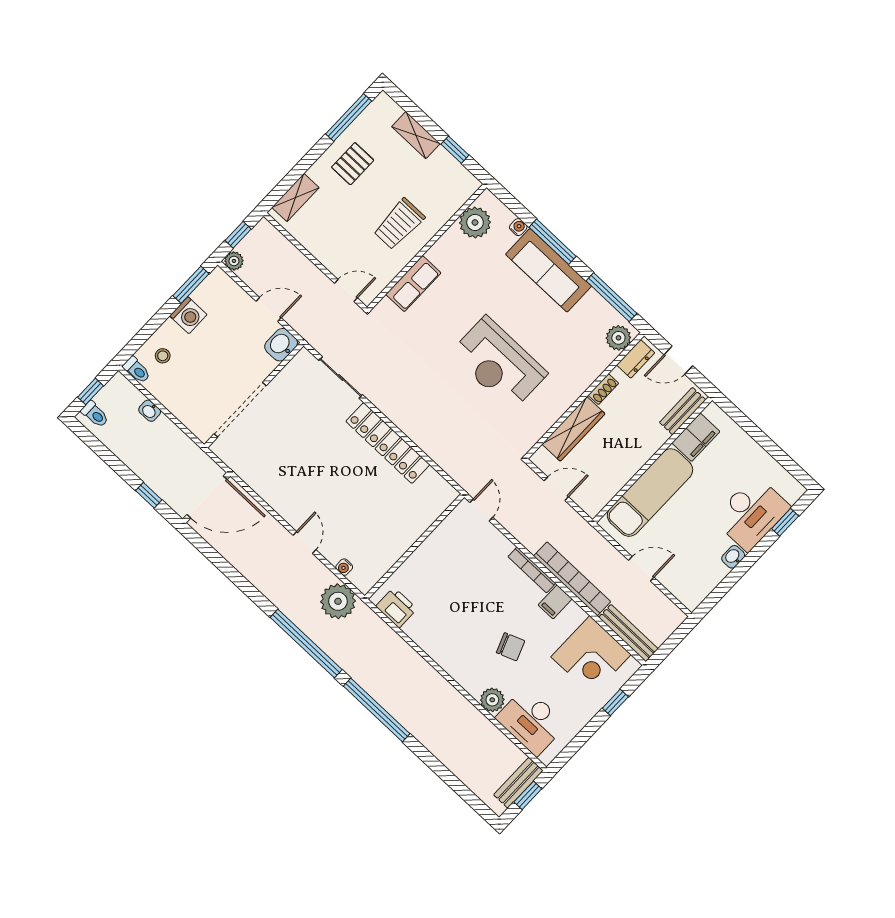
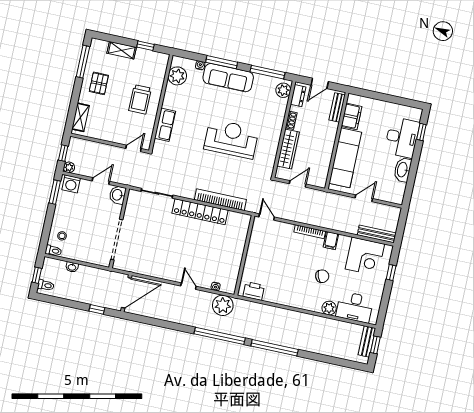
washing machine: (188, 315) -> (71, 184), moved, turned 90
reception desk: (499, 363) -> (231, 139), turned 180
washbasin: (733, 557) -> (403, 170), width x1.91, depth x1.45
bookcase: (572, 579) -> (220, 200), moved

